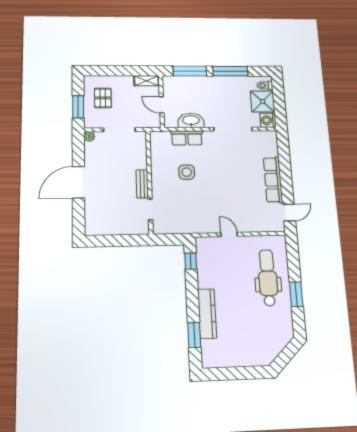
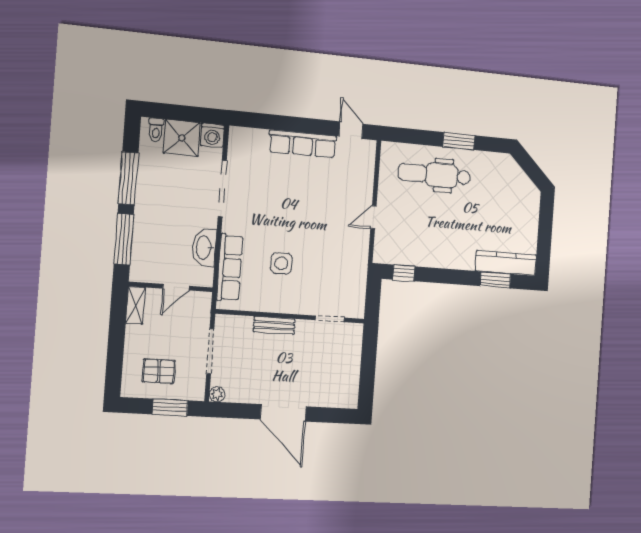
row of seats: (187, 138) -> (230, 268), width x1.48
bench: (142, 184) -> (274, 325), moved
kitchen counter: (207, 314) -> (506, 263), moved

